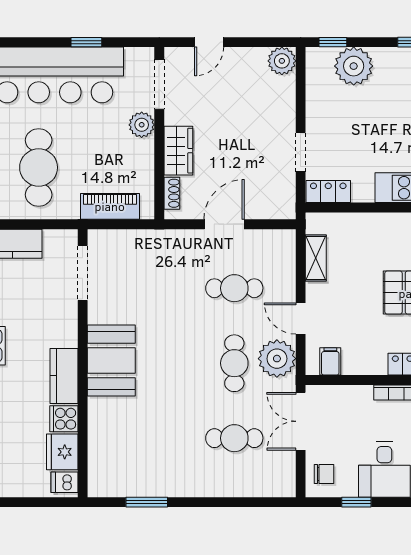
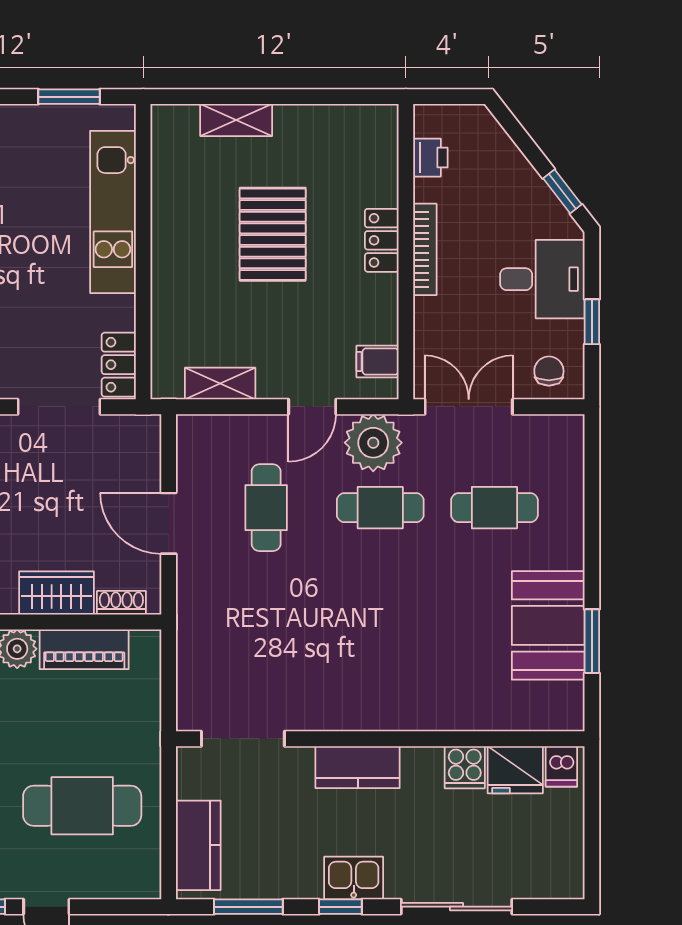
doorway: (301, 152) -> (59, 407), width x1.38
piano: (110, 206) -> (84, 649), moved, turned -90
booth: (111, 361) -> (548, 625), moved, turned 90
kitchen counter: (64, 376) -> (358, 767), moved
double door: (301, 421) -> (469, 407), swing flipped
cafe table: (234, 438) -> (494, 508), turned 90

